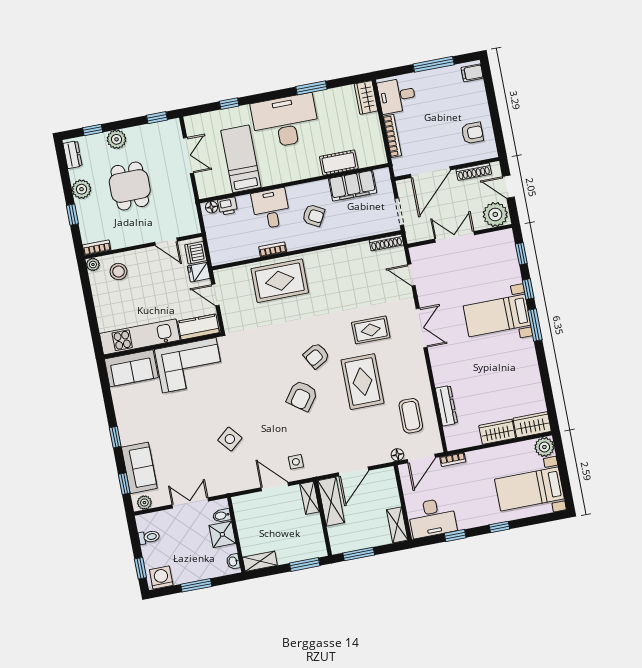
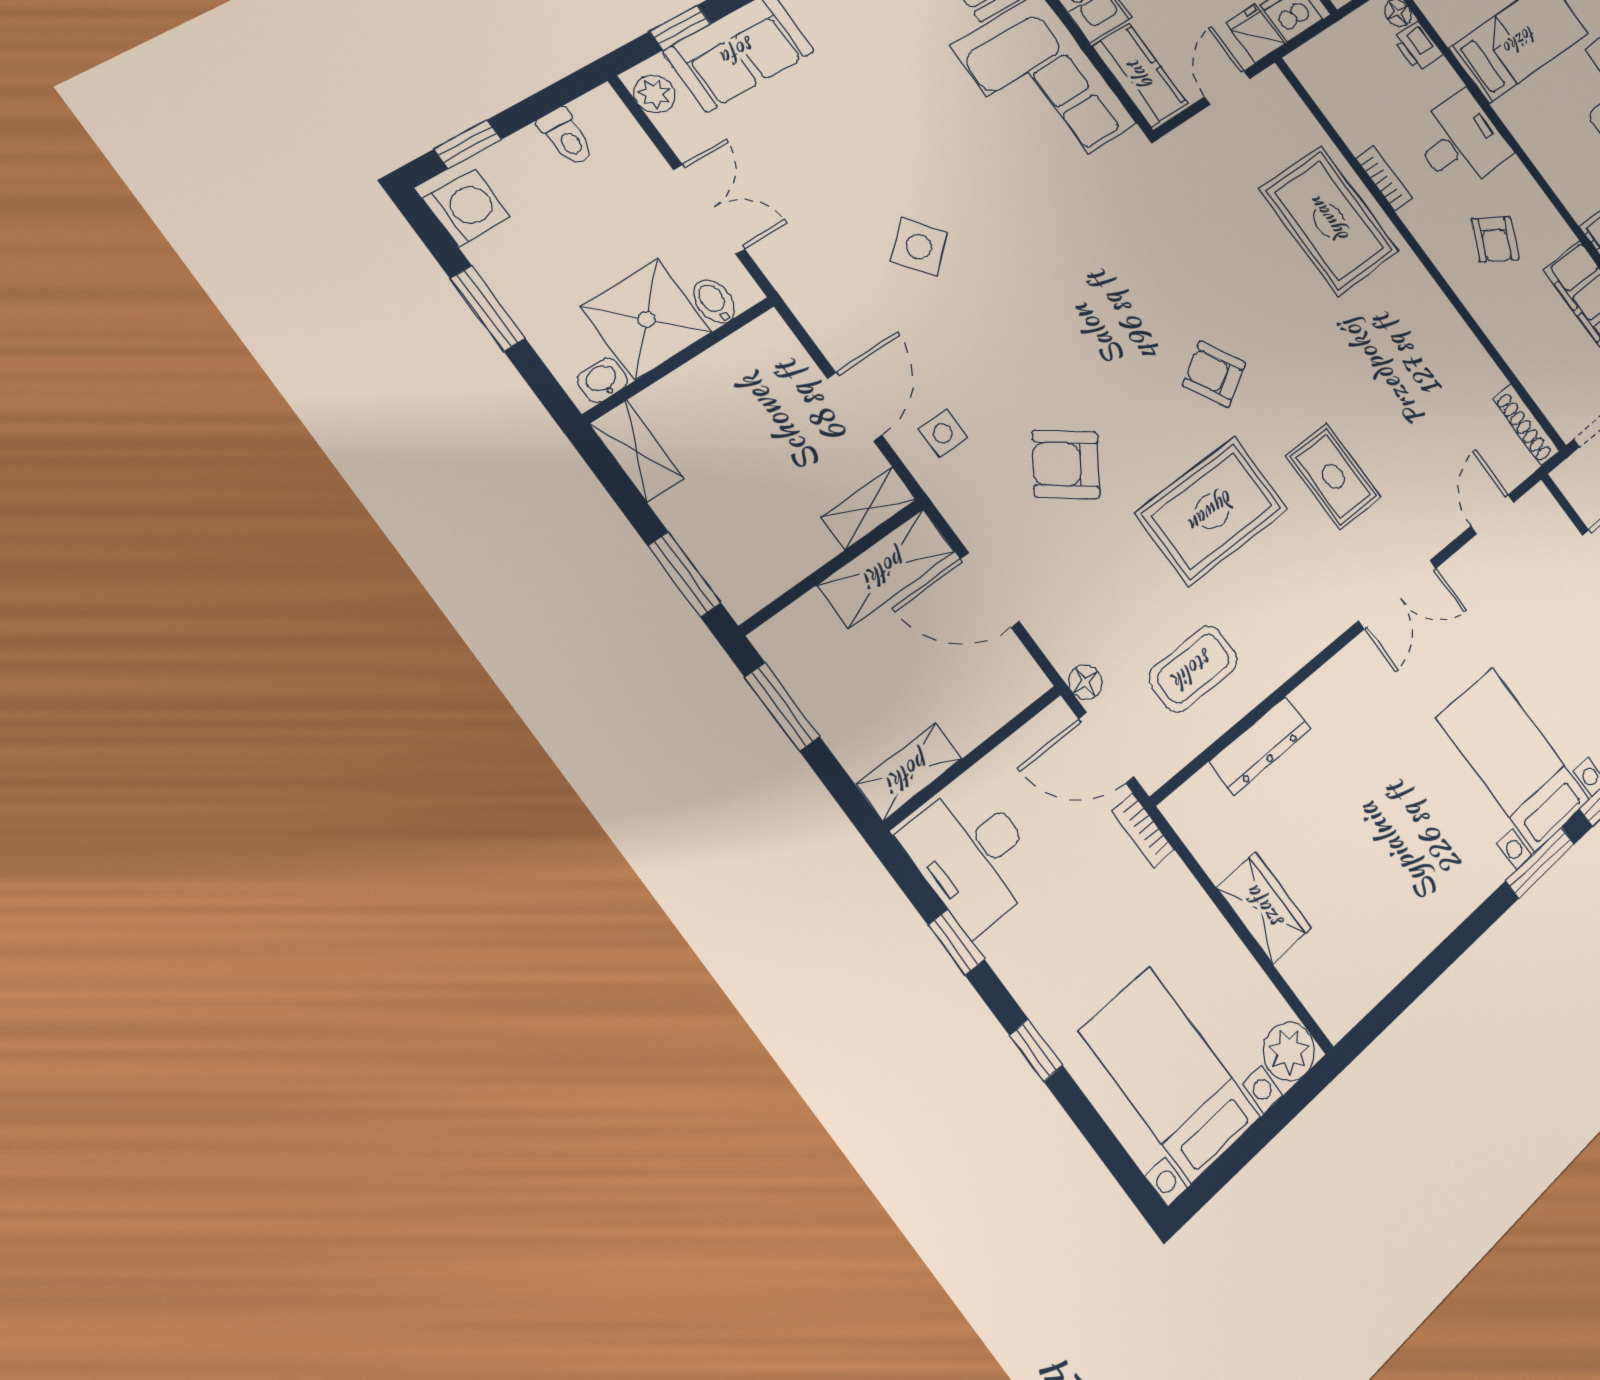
armchair: (302, 396) -> (1066, 464), moved
wardrobe: (532, 425) -> (1324, 988), removed
shower: (222, 534) -> (646, 319), width x1.36, depth x1.36

